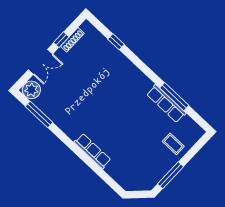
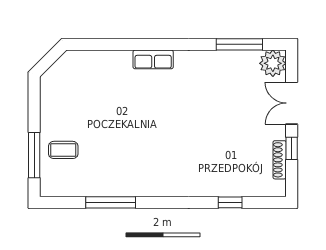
row of seats: (166, 104) -> (112, 186), removed
row of seats: (93, 151) -> (153, 59), width x0.68
window: (170, 175) -> (34, 155), moved

